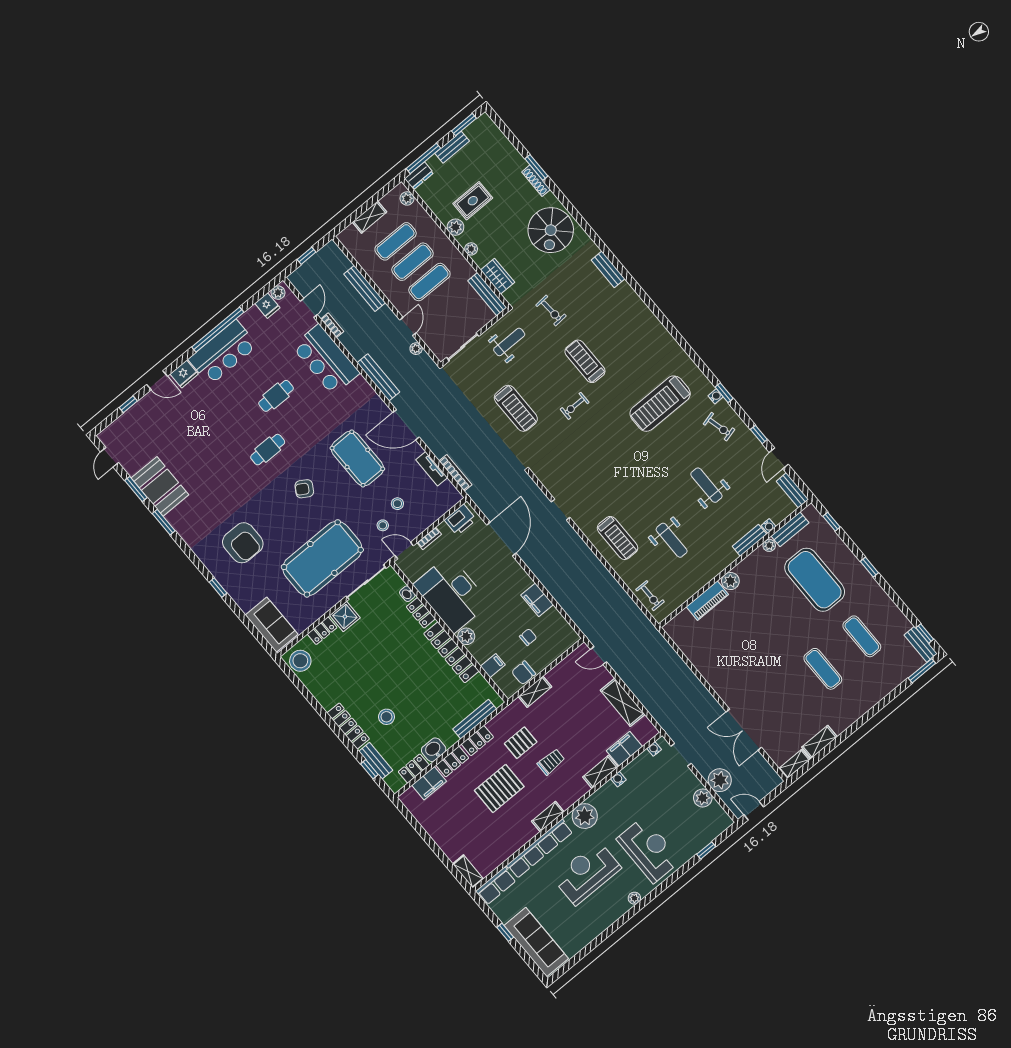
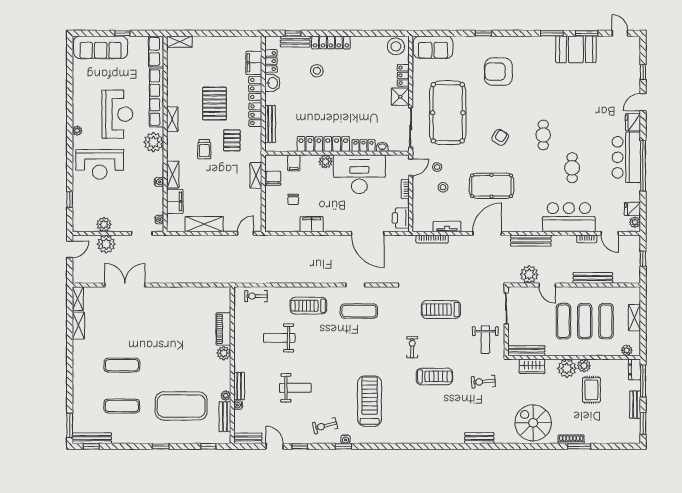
plant: (471, 249) -> (567, 368), width x1.88, depth x1.88
plant: (416, 349) -> (529, 274), width x1.88, depth x1.88
exercise mat: (582, 485) -> (359, 311), added
bench: (921, 644) -> (92, 438), width x1.36

